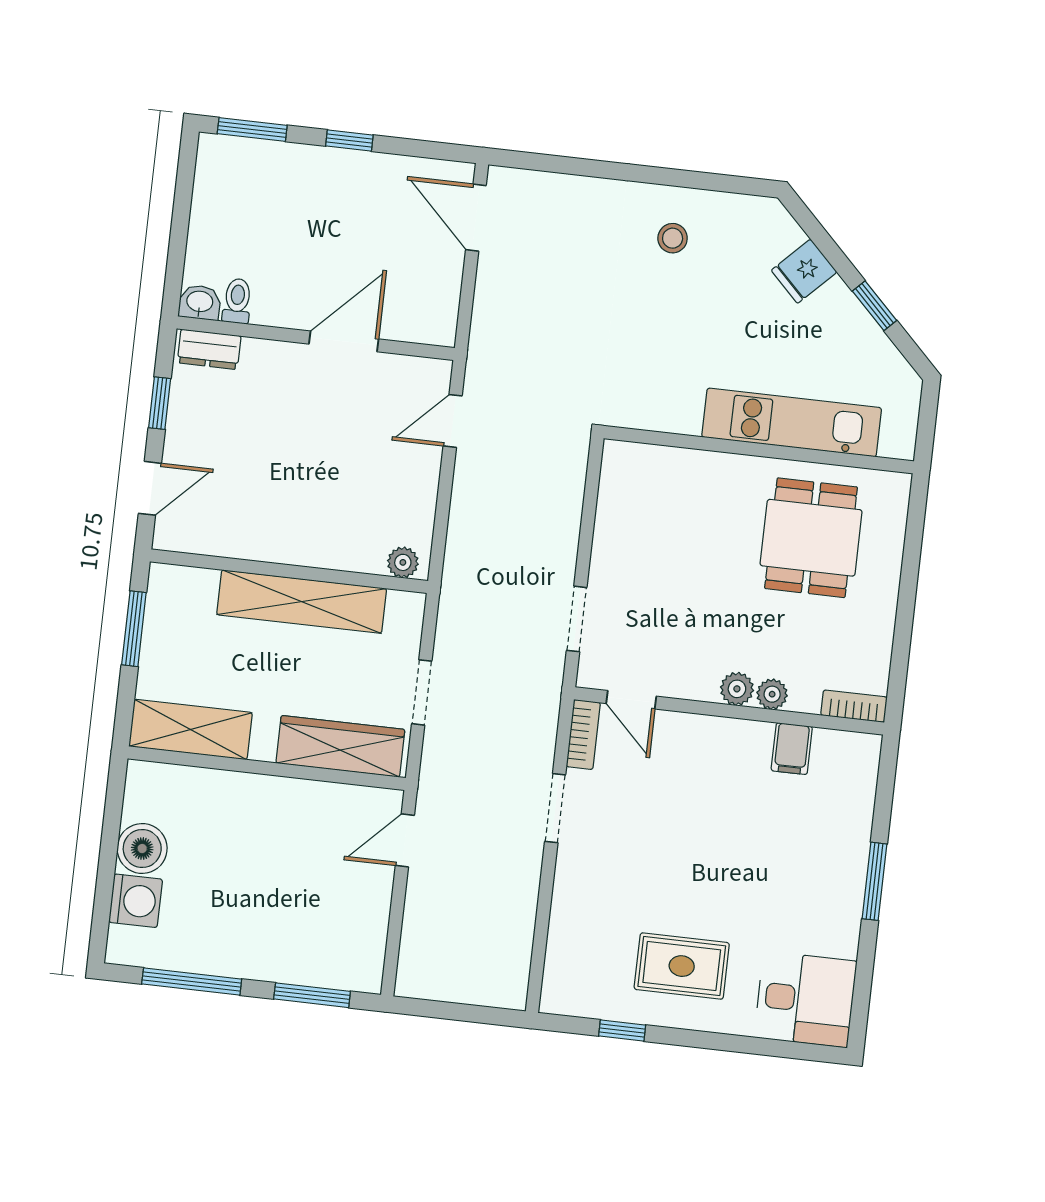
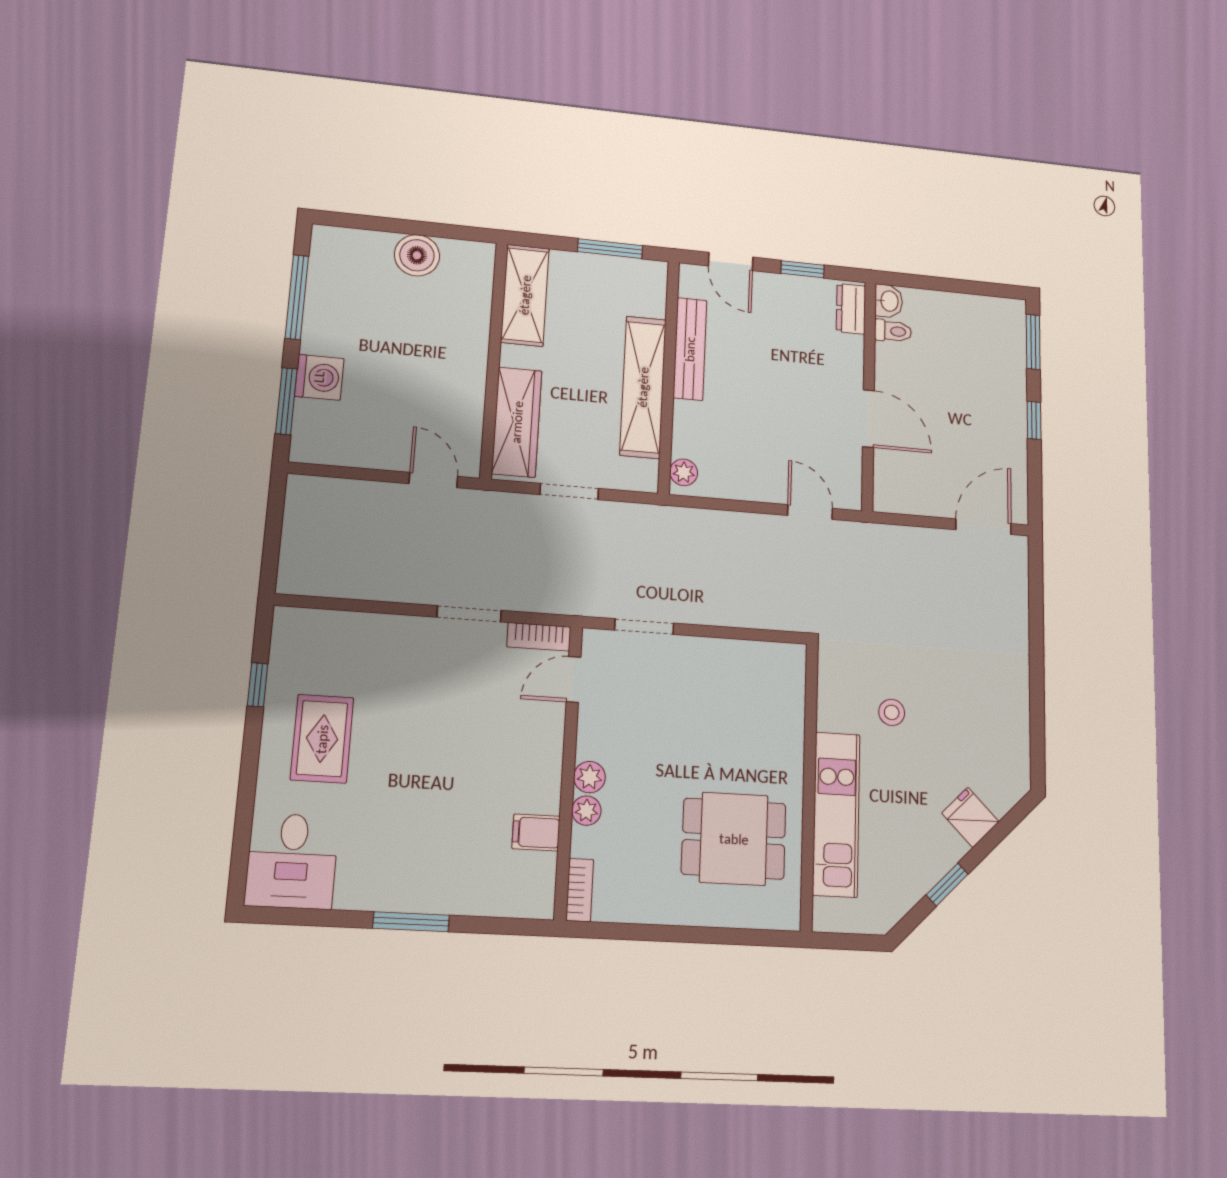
stool: (673, 238) -> (892, 712), moved
bench: (257, 544) -> (690, 349), added
washing machine: (136, 901) -> (319, 377), moved, turned -90

